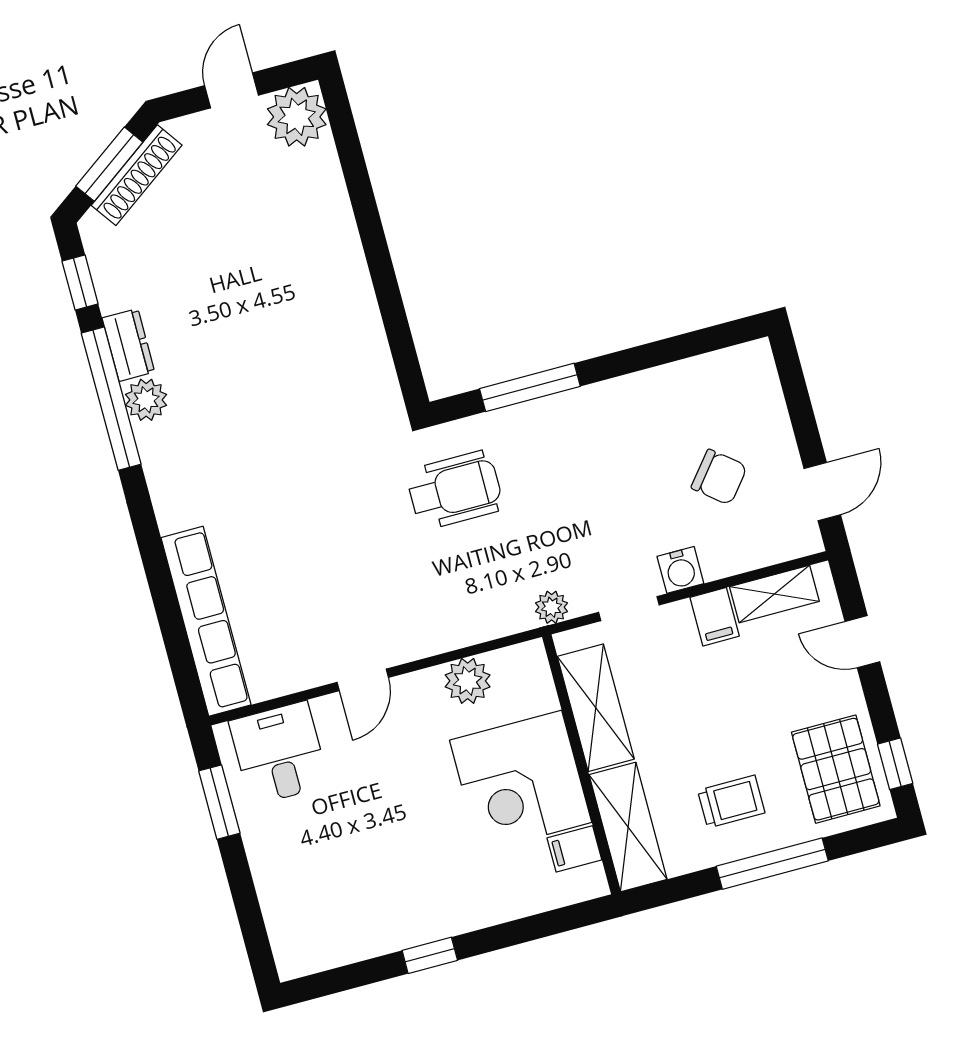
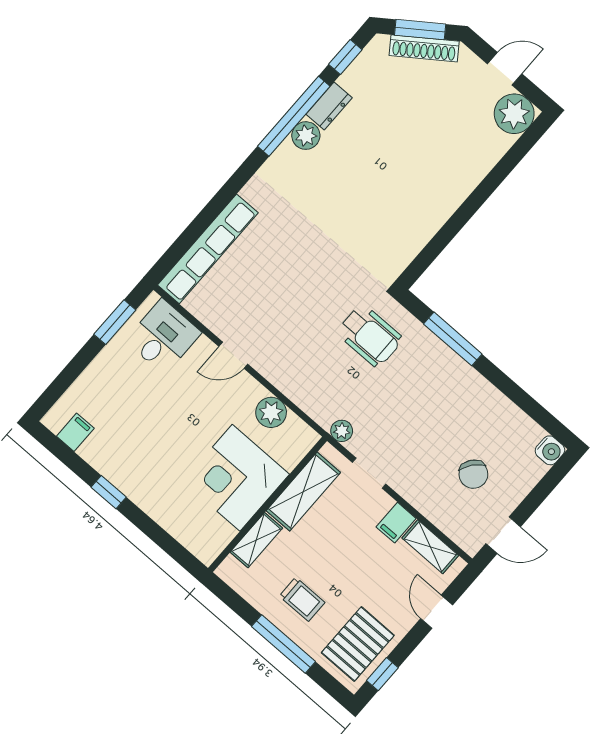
water cooler: (680, 570) -> (550, 450), moved, turned -90
shelving: (628, 827) -> (256, 540), width x0.67, depth x0.75
filing cabinet: (574, 849) -> (75, 432), moved, turned 90

